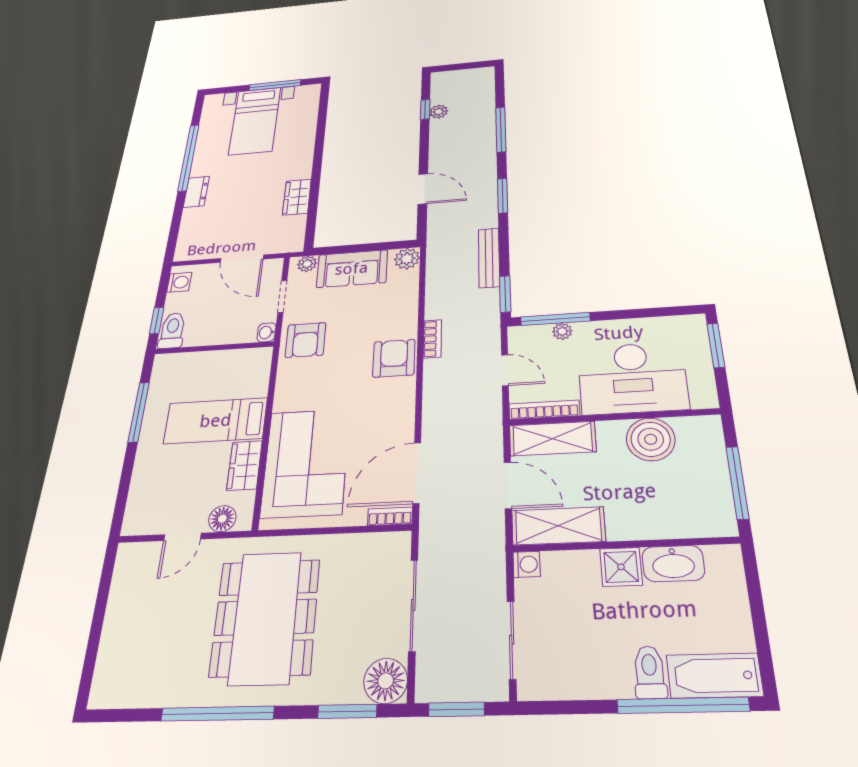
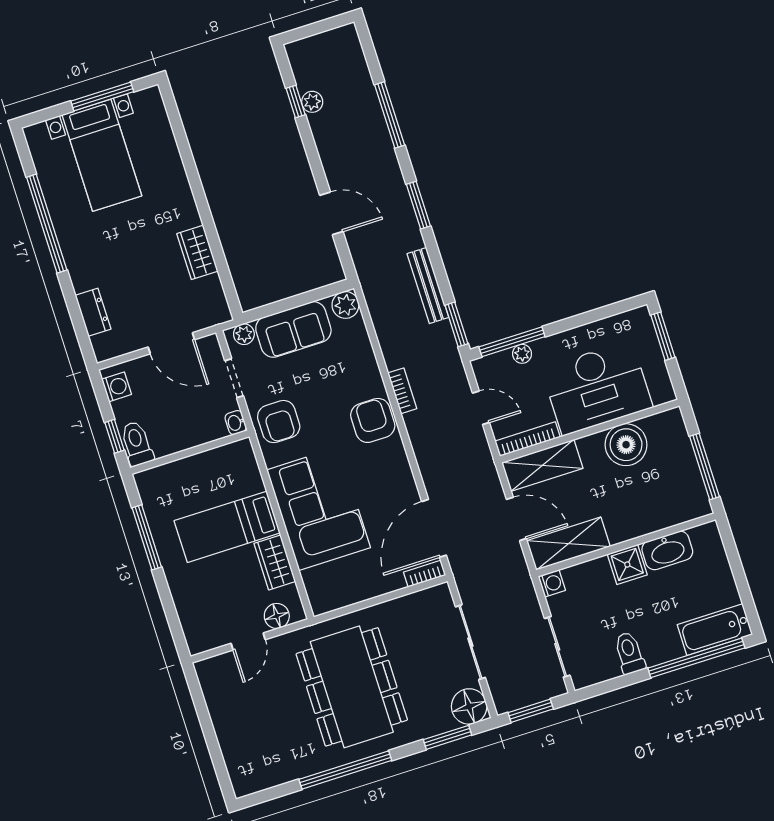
dresser: (196, 192) -> (93, 312), moved
corner sofa: (305, 462) -> (319, 509), moved
toilet: (650, 672) -> (629, 653), moved

